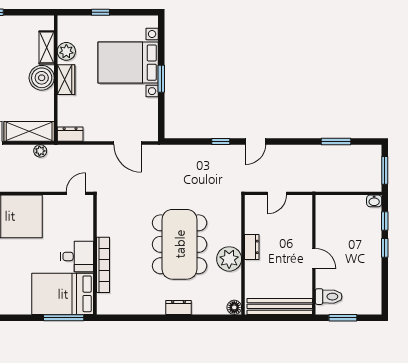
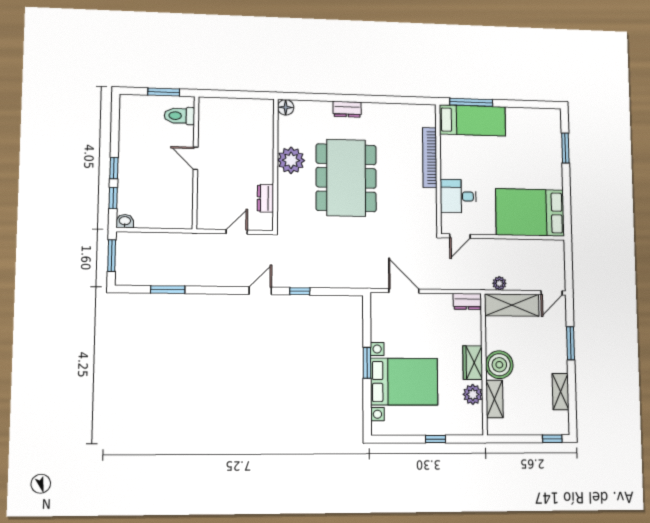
dresser: (252, 247) -> (265, 198), moved
desk: (77, 256) -> (458, 196), moved
bed: (63, 294) -> (472, 120), width x0.67
bench: (280, 306) -> (235, 107), removed

